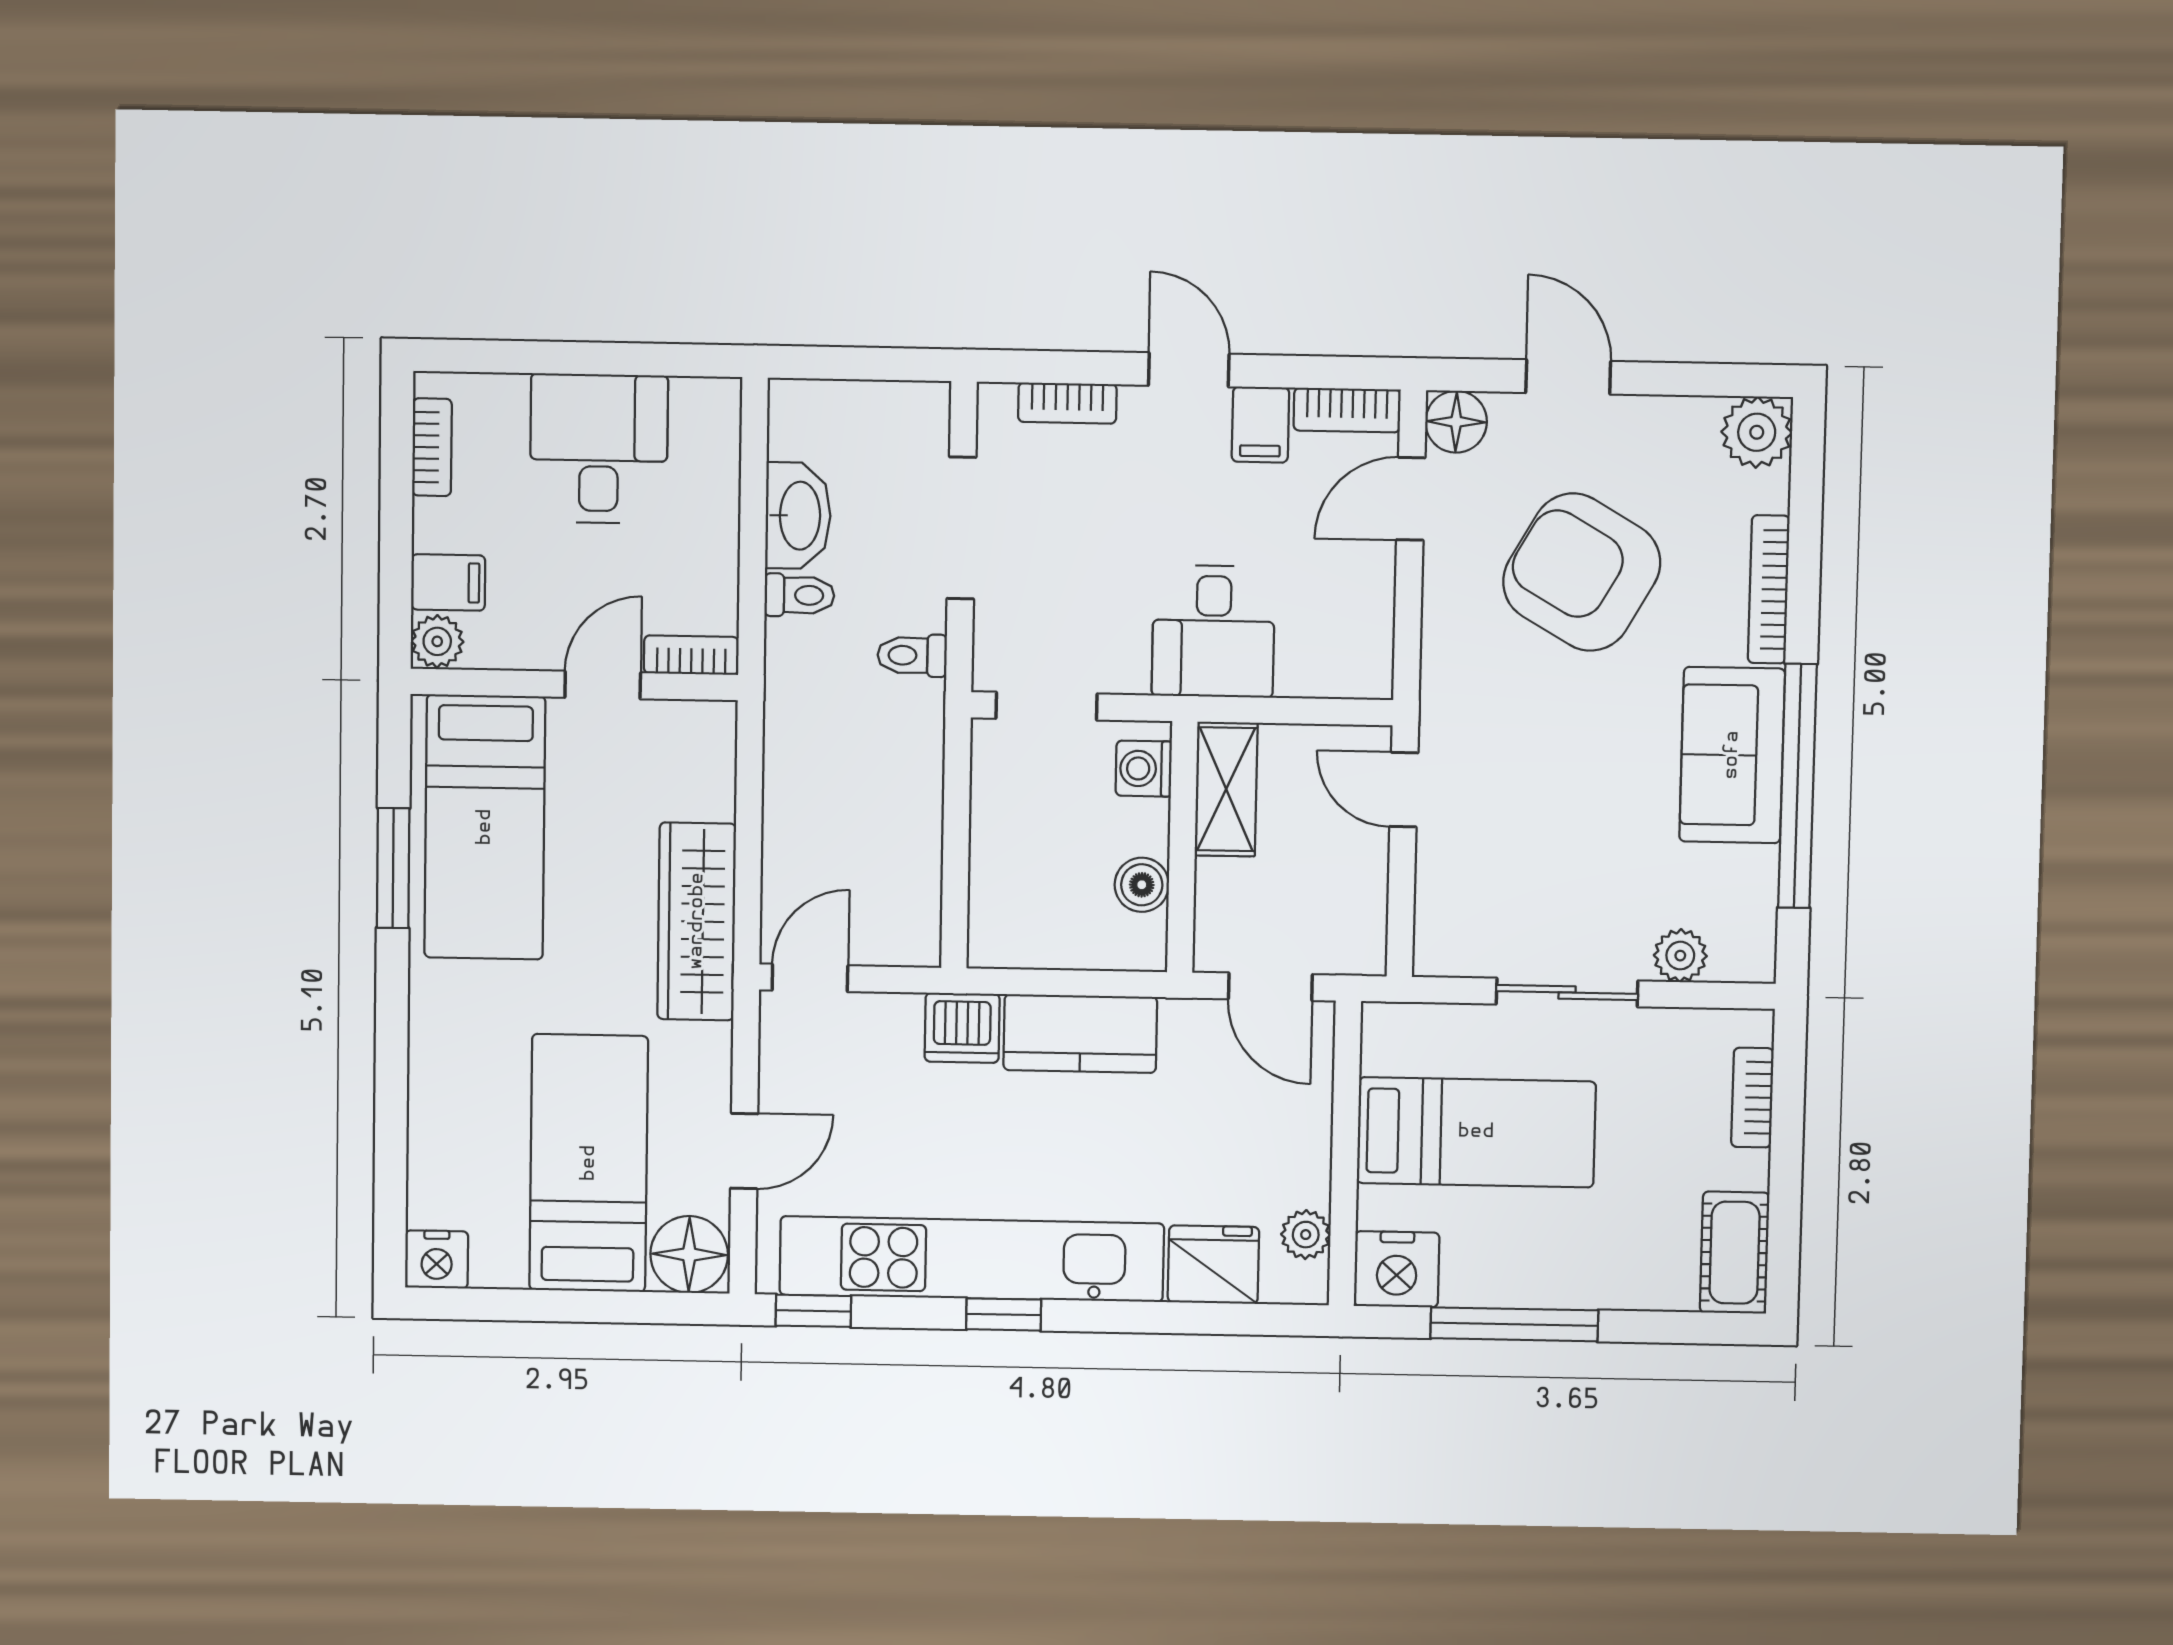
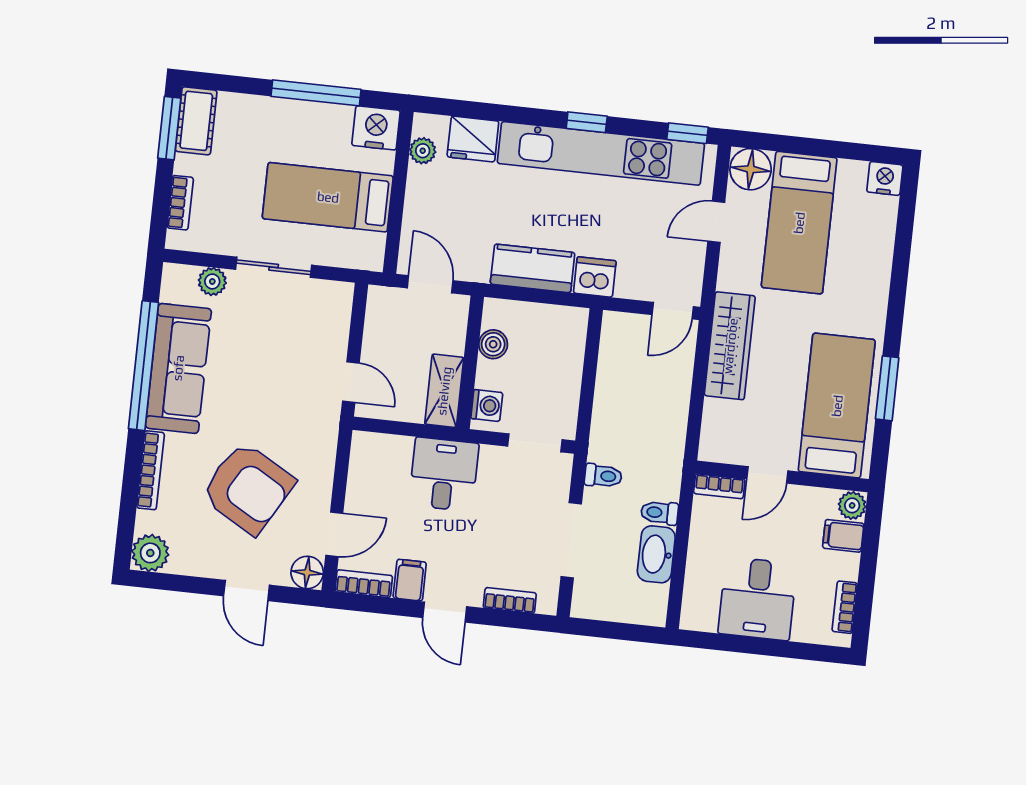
sofa: (1732, 755) -> (178, 368), width x1.36
window: (1784, 1235) -> (169, 128), added

